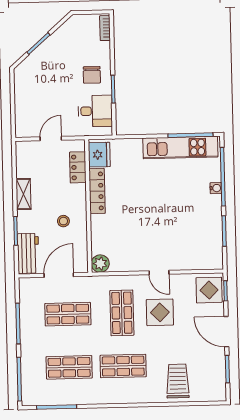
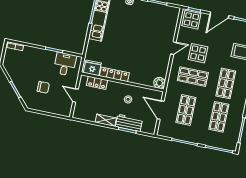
chair: (92, 75) -> (43, 87), moved
workbench: (28, 253) -> (129, 123), moved

